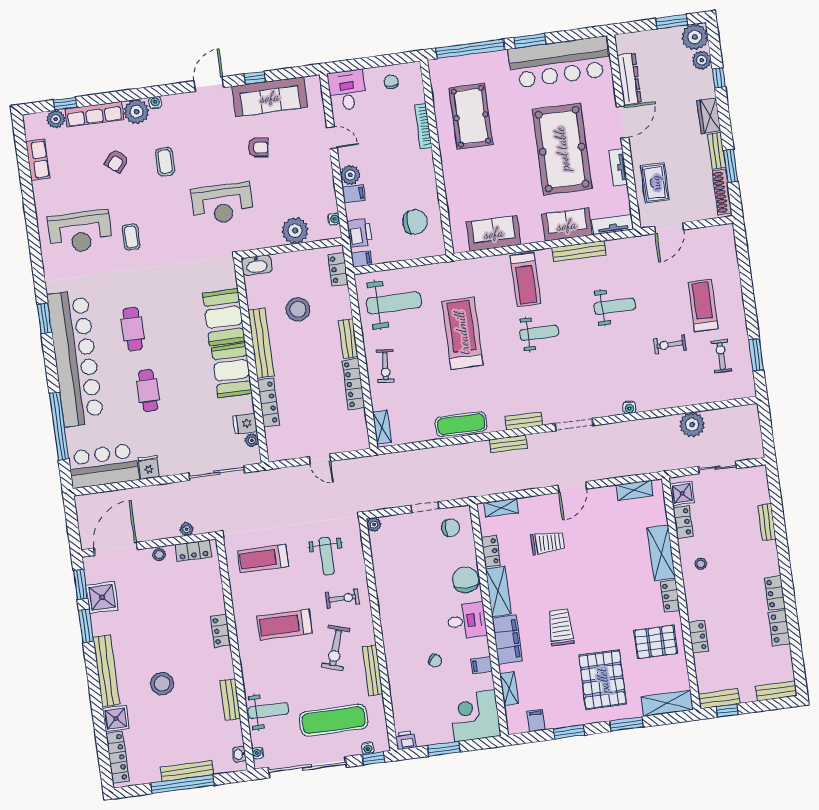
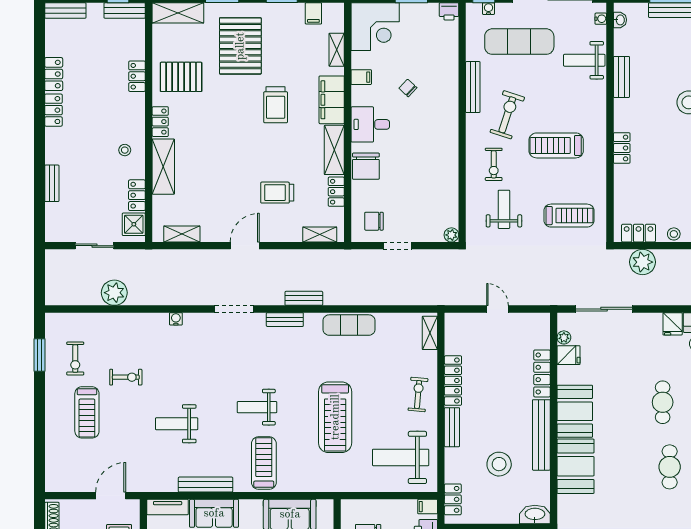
plant: (187, 529) -> (643, 262), width x1.88, depth x1.88
exercise bike: (342, 598) -> (494, 164), turned -90
treadmill: (284, 625) -> (556, 145), turned 180

